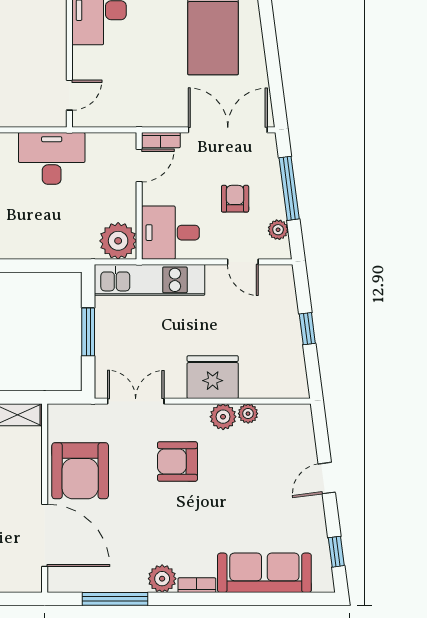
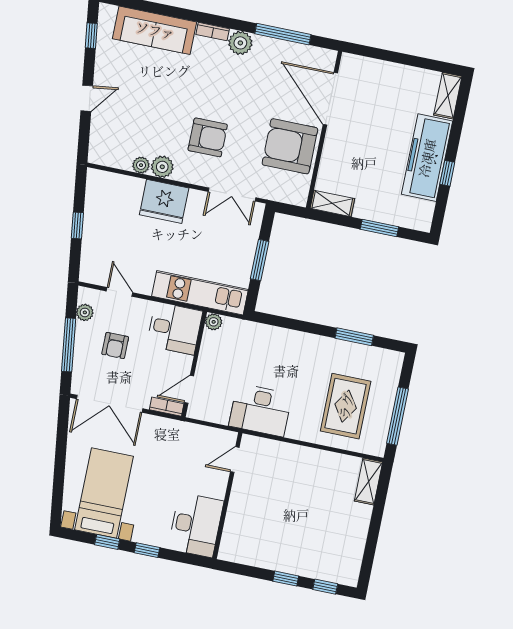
plant: (118, 241) -> (214, 322), width x0.53, depth x0.53
armchair: (80, 471) -> (290, 146), turned -90

